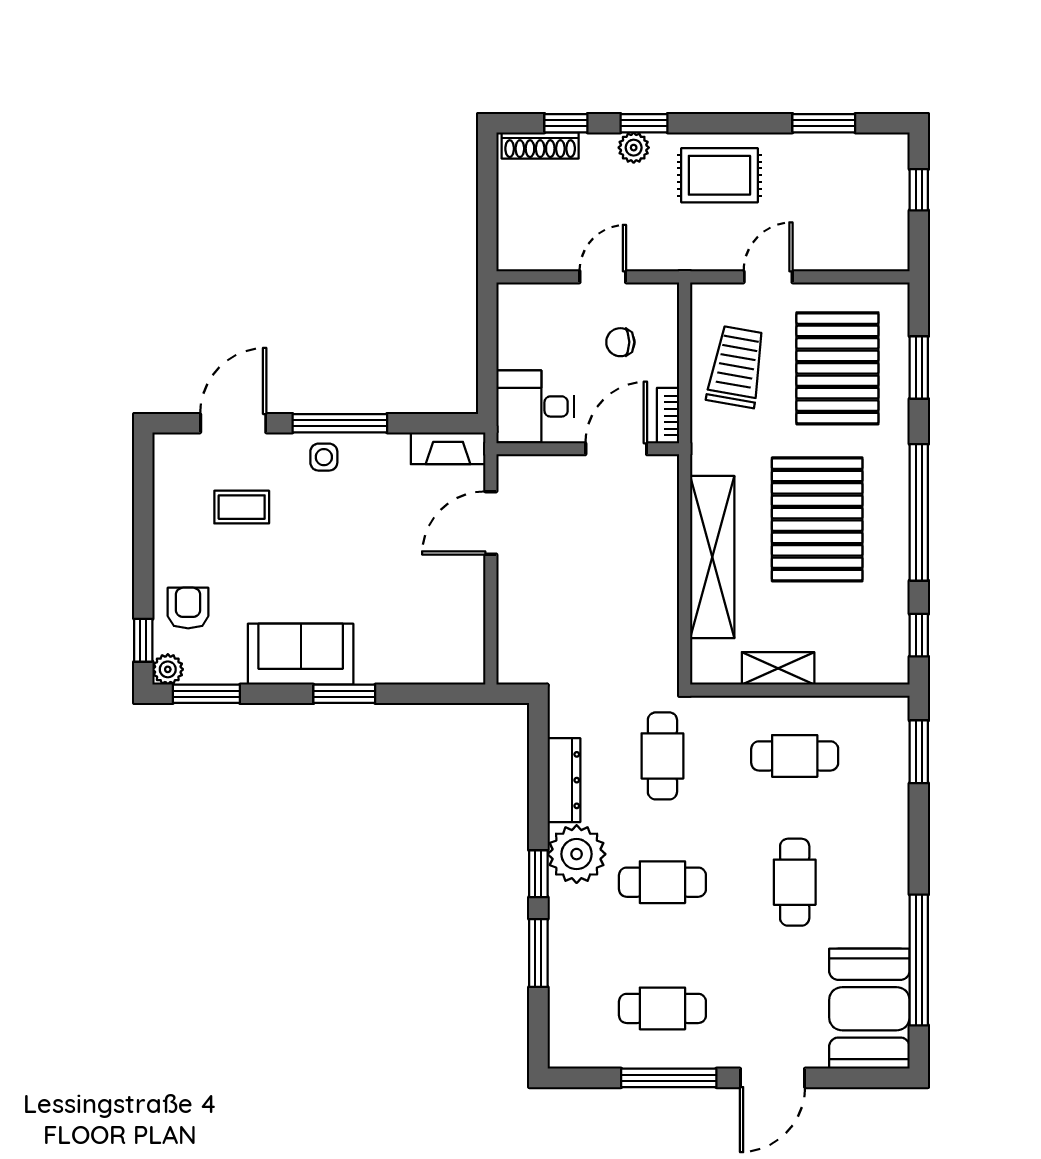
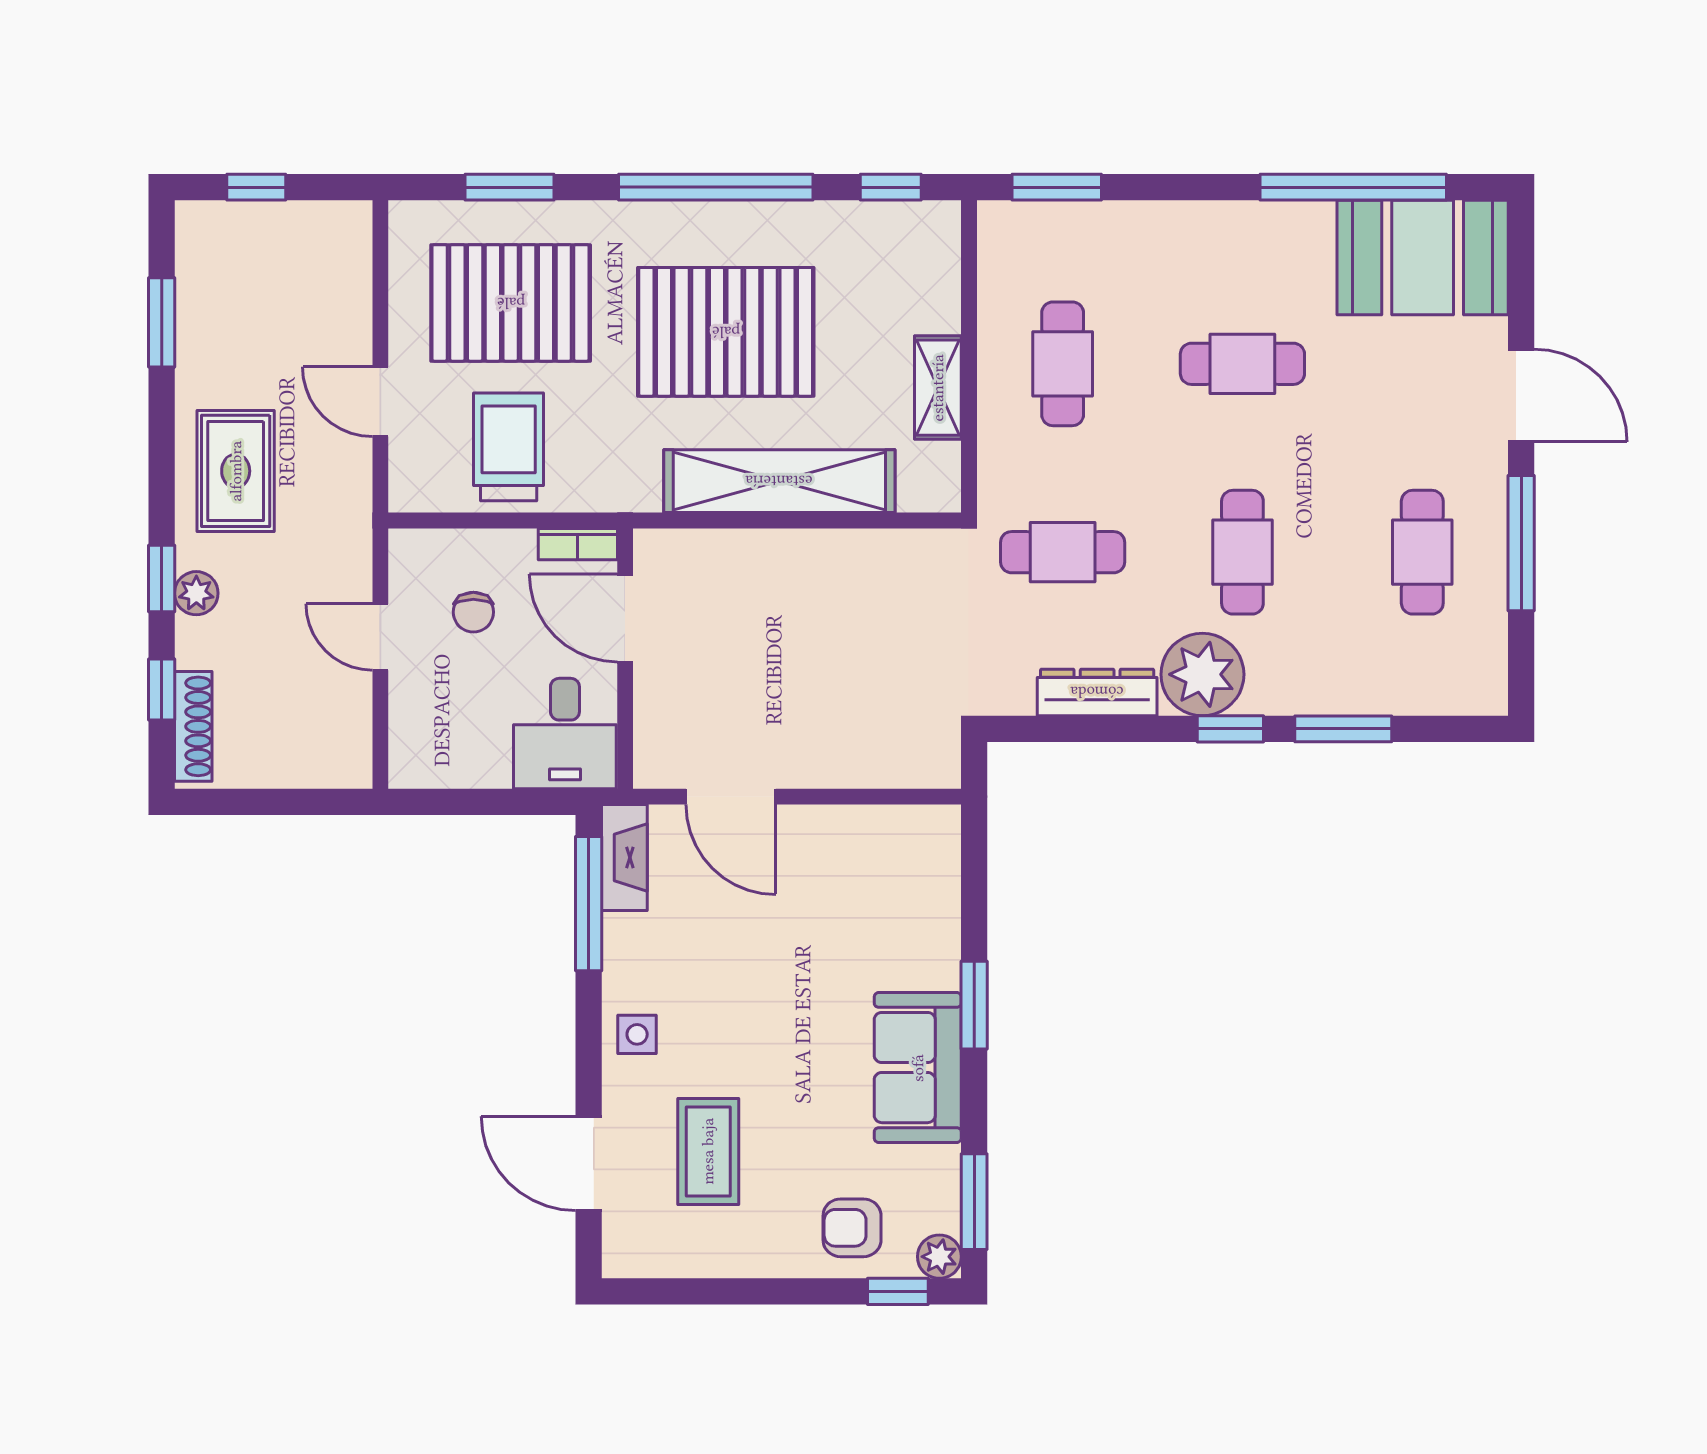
trolley: (736, 367) -> (509, 447), turned 80
window: (340, 423) -> (589, 904), moved
coffee table: (242, 507) -> (708, 1151), width x1.36, depth x1.30

